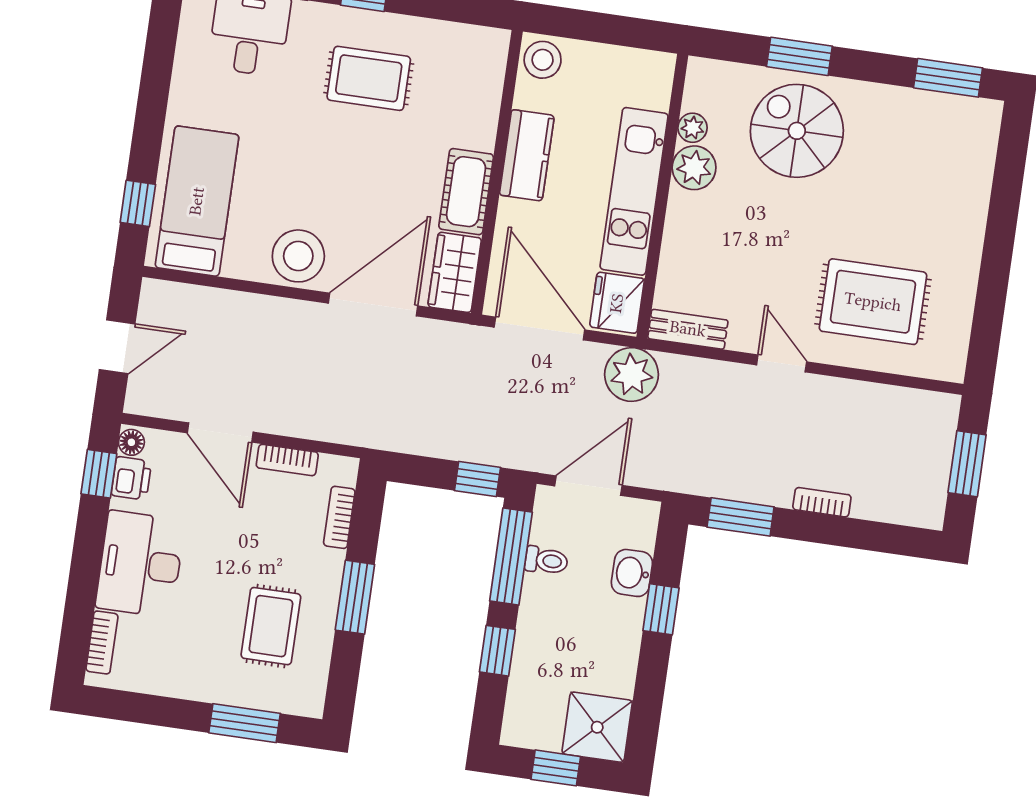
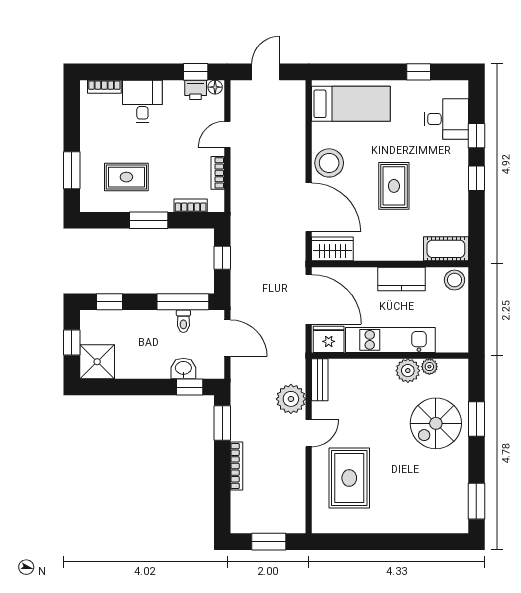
rug: (369, 78) -> (394, 186), moved
spiral stairs: (797, 131) -> (436, 423), turned 180
cot: (466, 192) -> (446, 249), moved
window: (138, 203) -> (419, 72), moved
door: (539, 328) -> (309, 299), hinge flipped
door: (117, 347) -> (266, 72), swing flipped
plant: (632, 374) -> (291, 399), moved
door: (220, 433) -> (227, 134), width x0.73
window: (478, 479) -> (222, 258), moved
bookcase: (822, 502) -> (237, 466), width x1.56
desk: (140, 564) -> (142, 101), width x0.73
window: (661, 609) -> (190, 387), moved
window: (497, 651) -> (110, 302), moved

